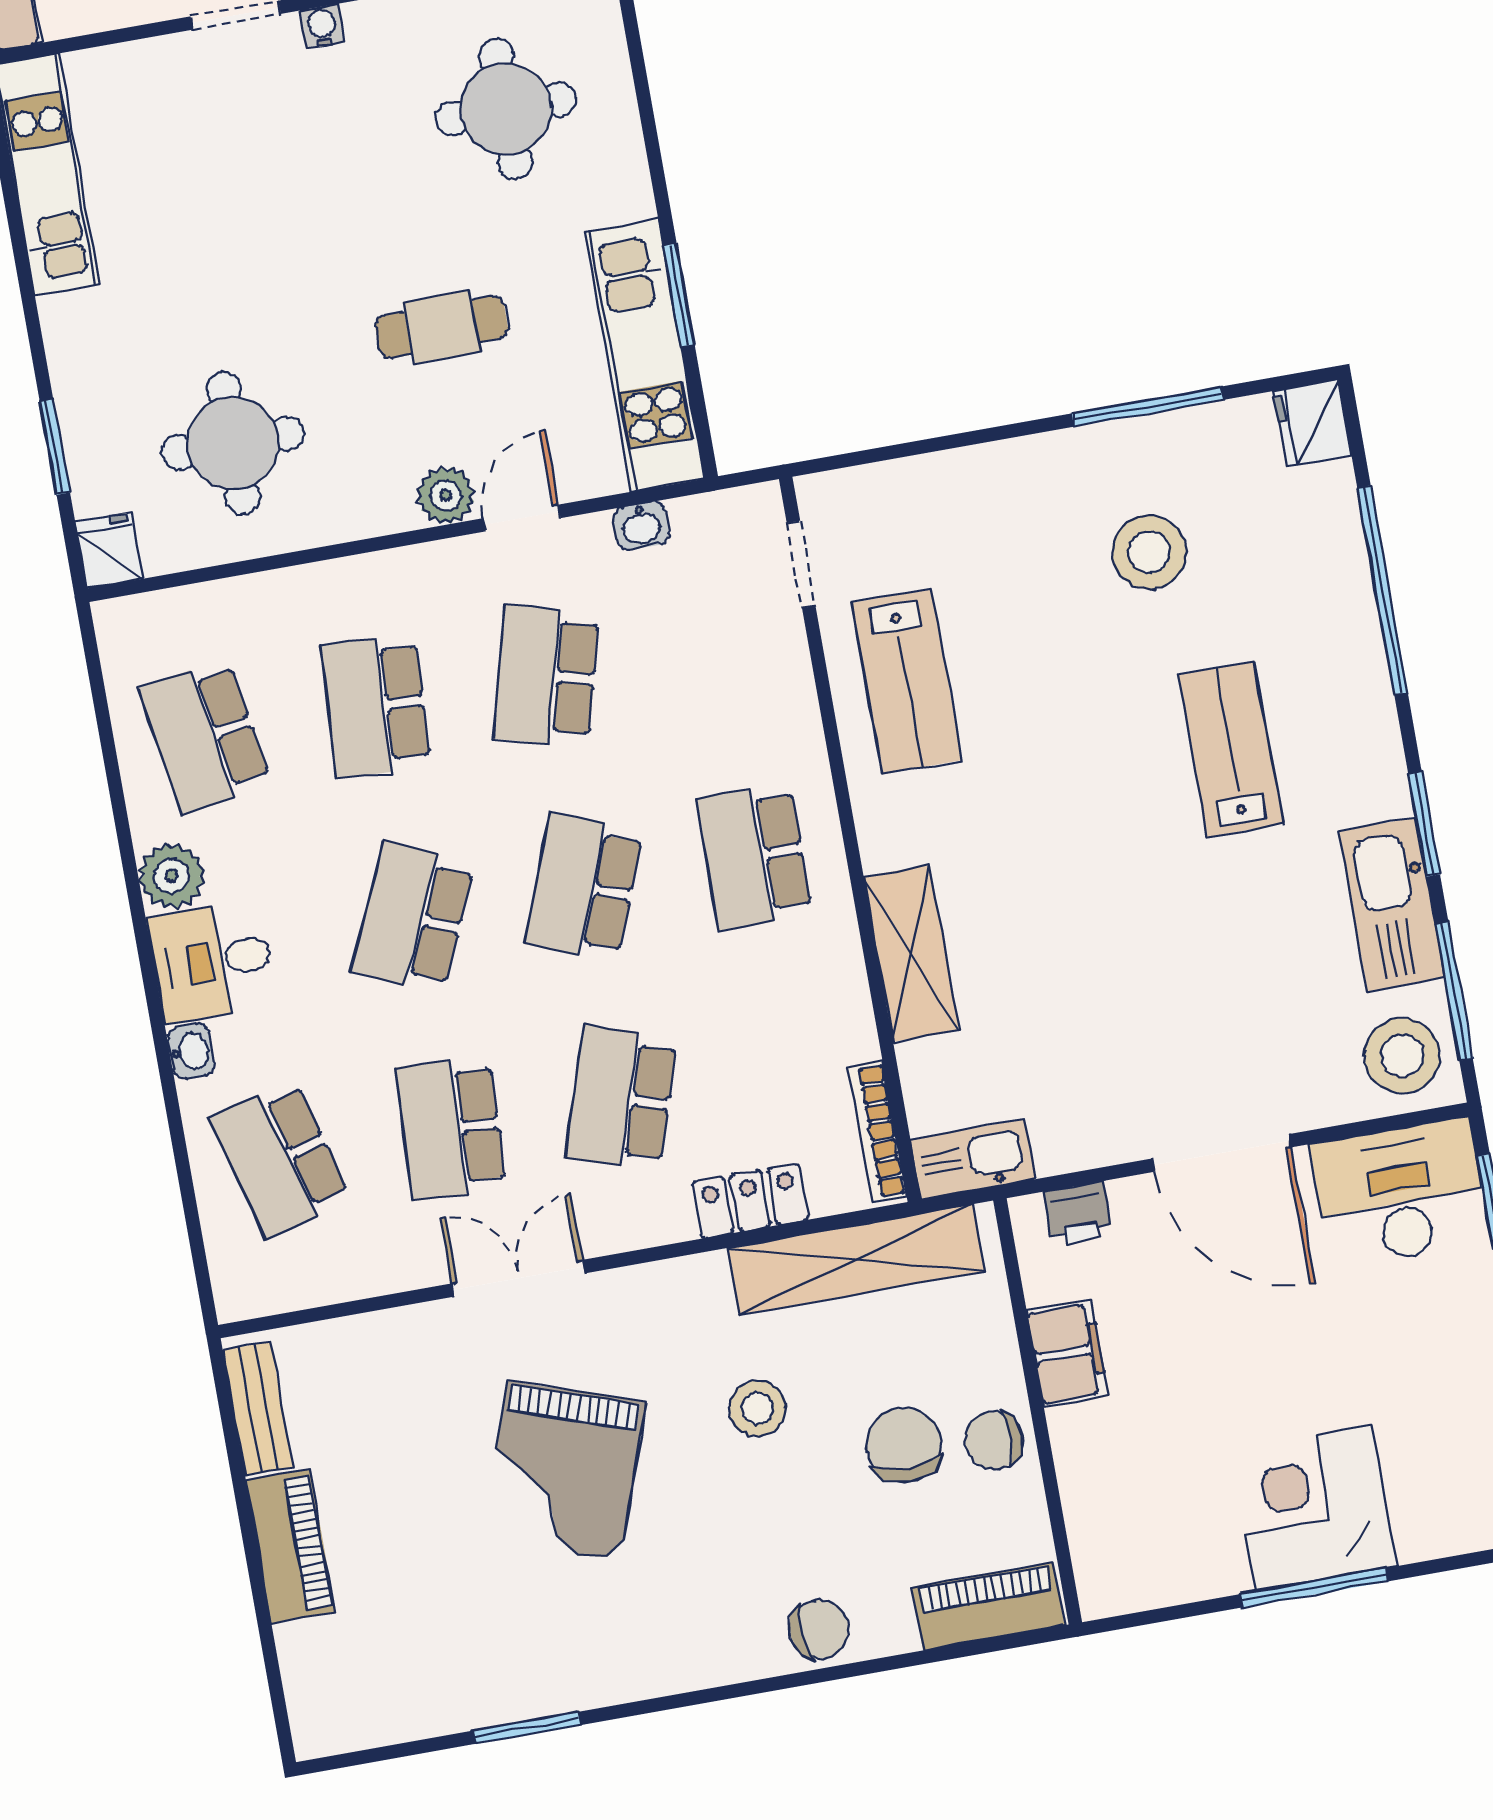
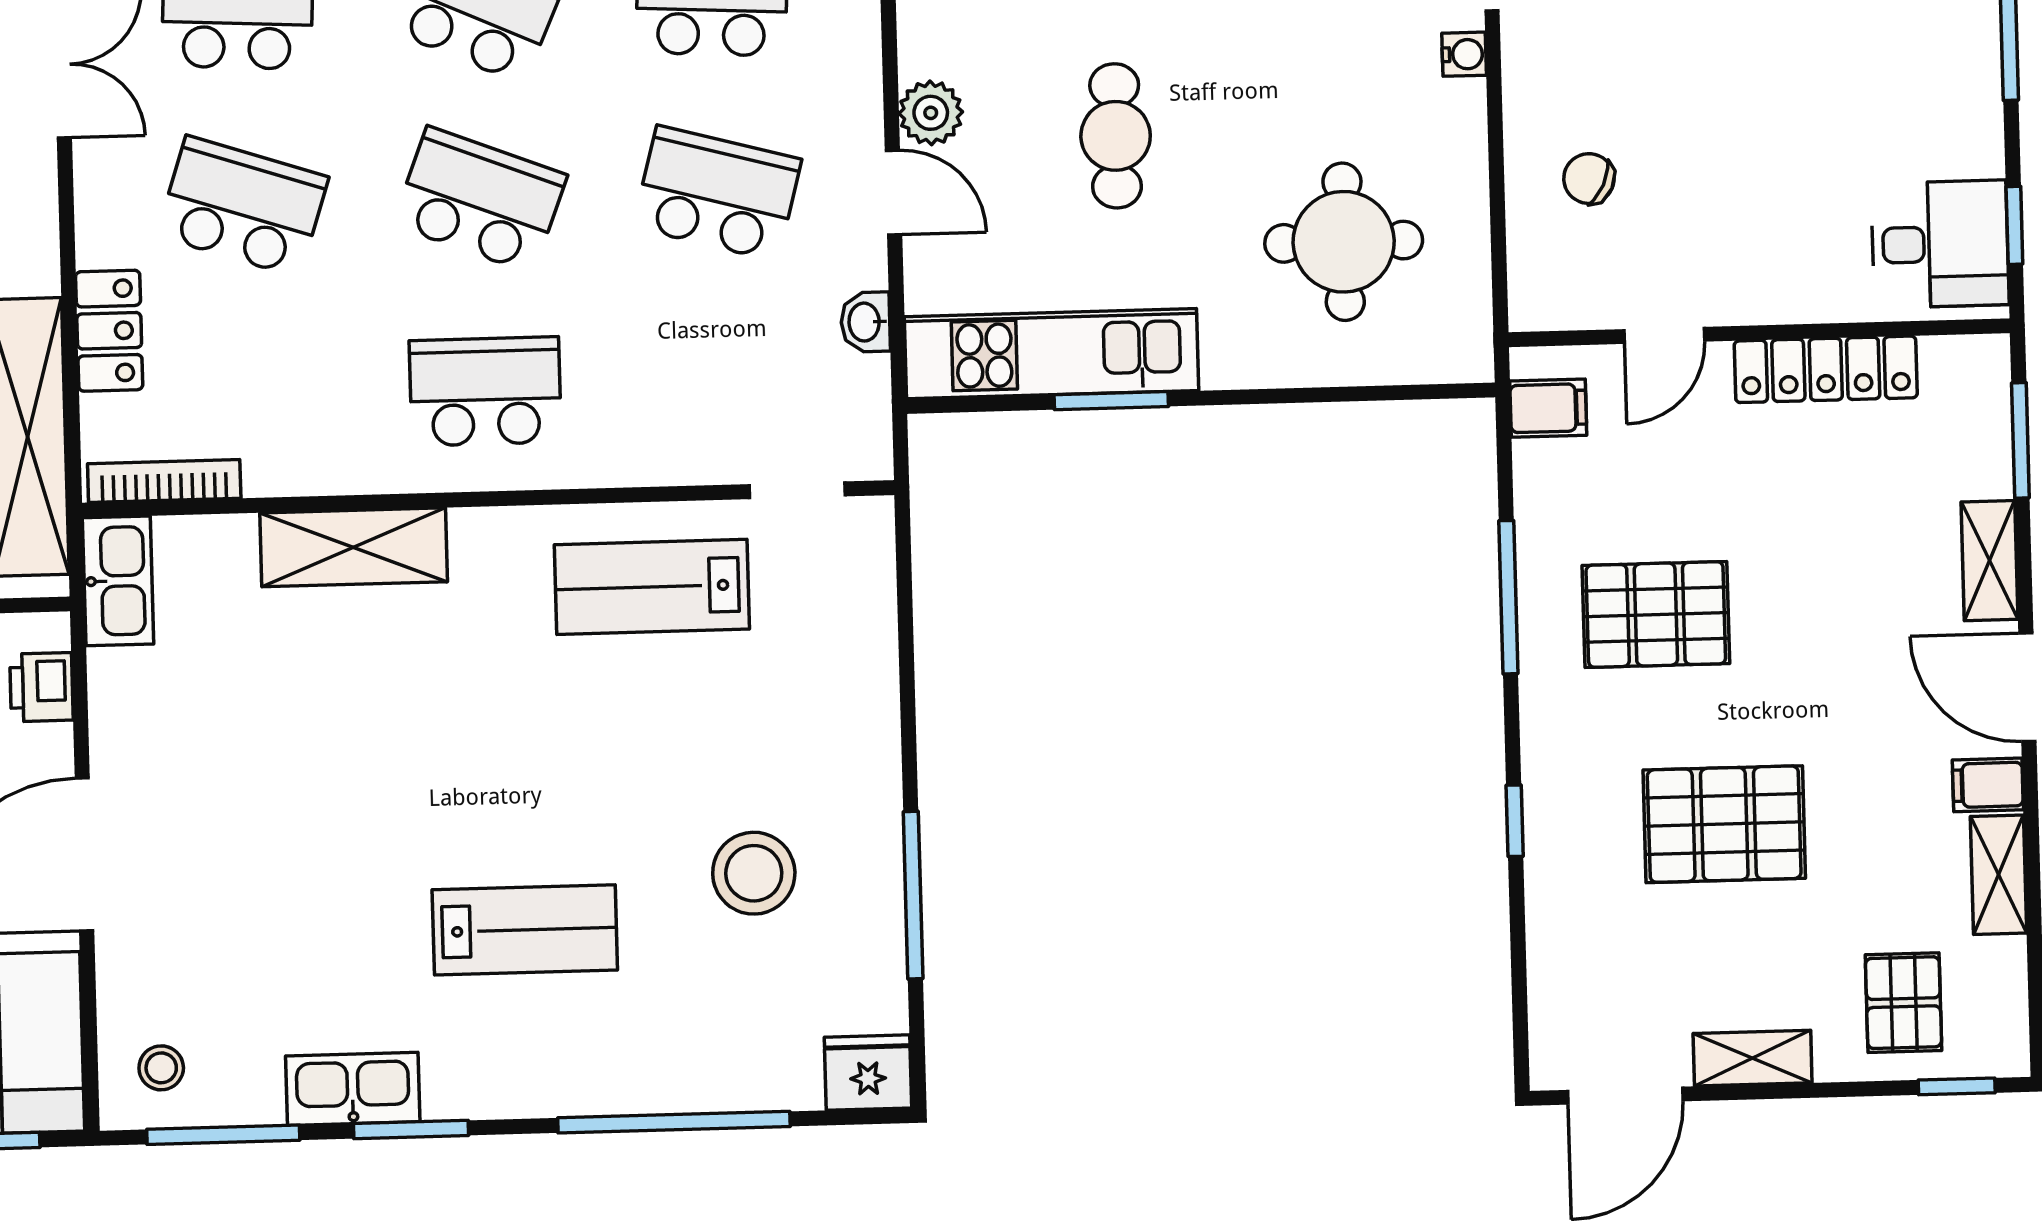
kitchen sink: (1392, 905) -> (353, 1089), width x0.73, depth x0.81
stool: (1402, 1056) -> (161, 1068), width x0.53, depth x0.53

